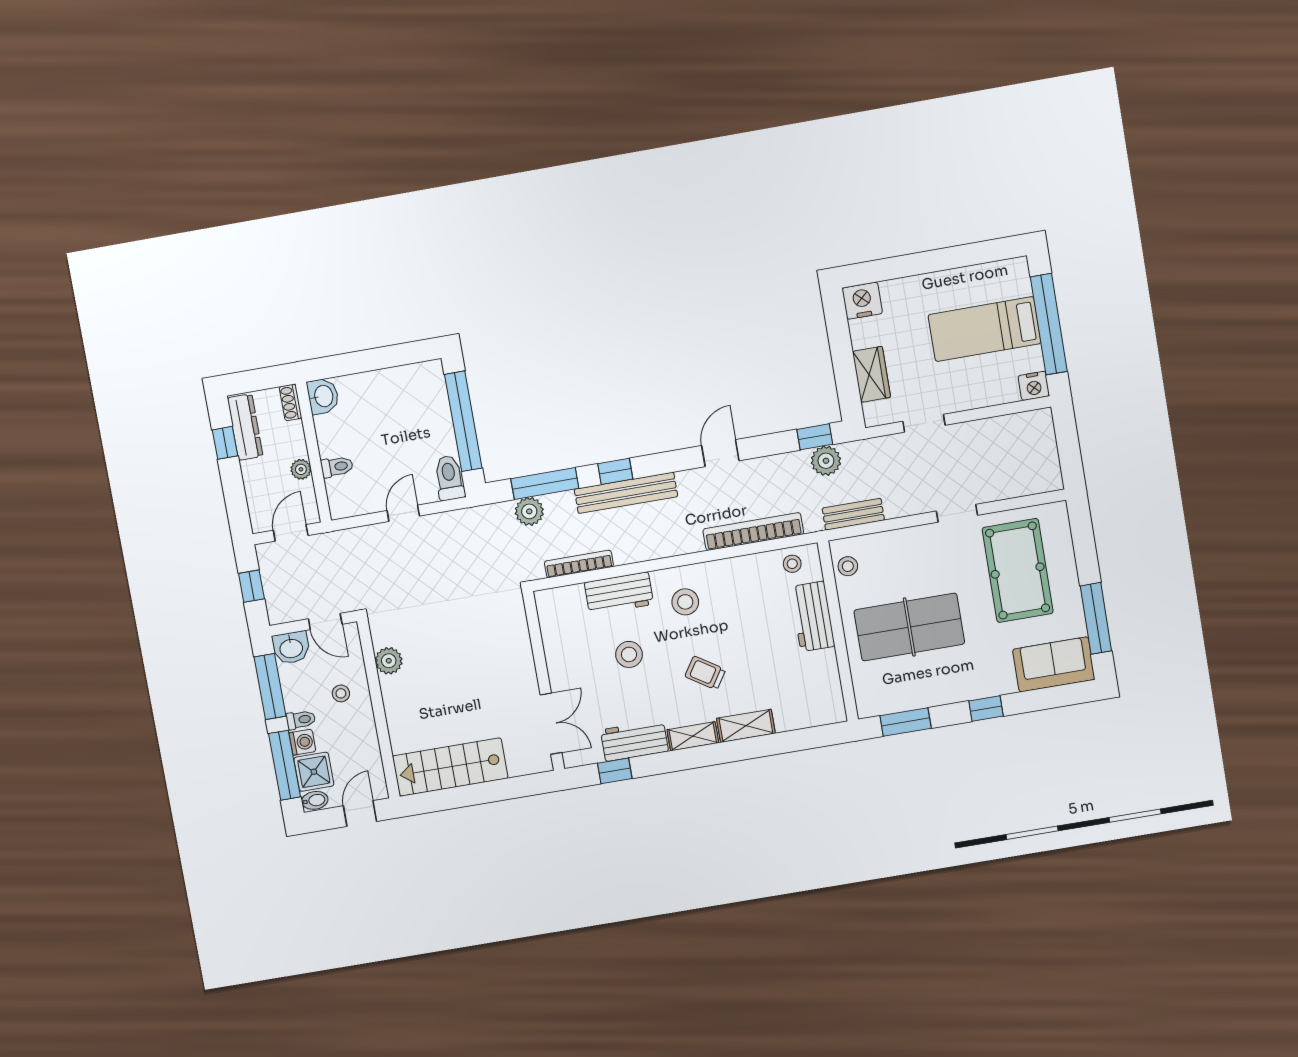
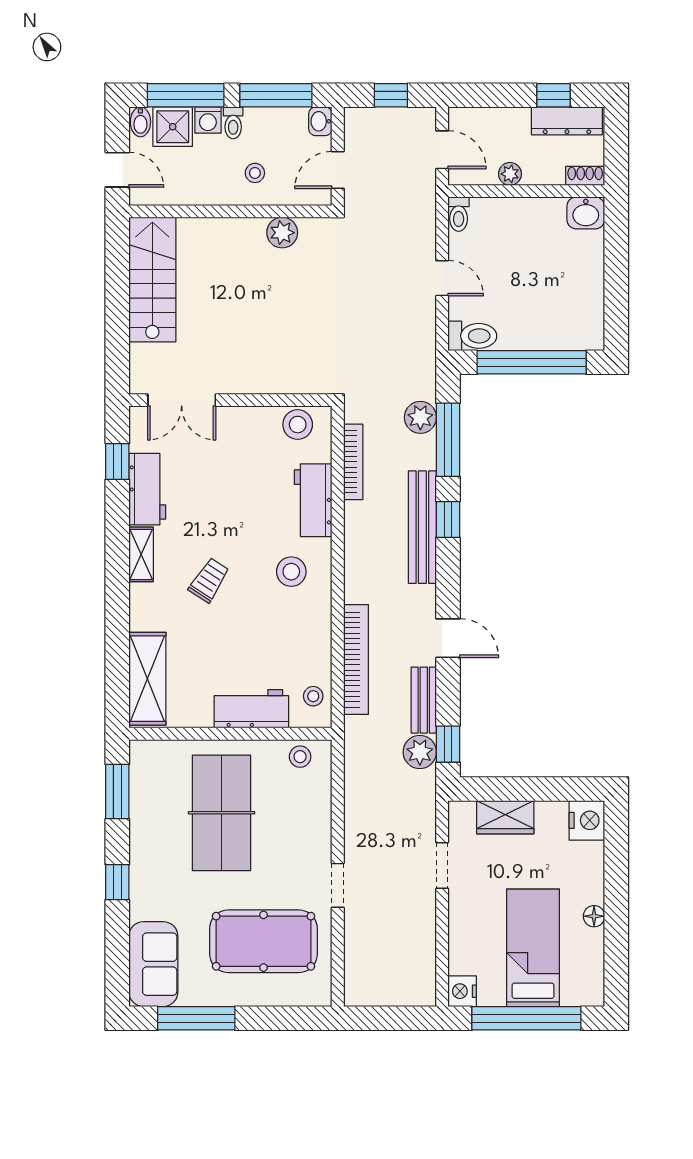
floor lamp: (947, 279) -> (594, 916), added
toilet: (337, 467) -> (459, 214), moved
bench: (853, 514) -> (424, 700), moved
washbasin: (291, 648) -> (320, 121), width x0.72, depth x0.69
stool: (629, 654) -> (298, 425), moved
shelving: (746, 726) -> (147, 679), moved, width x1.50, depth x1.33

